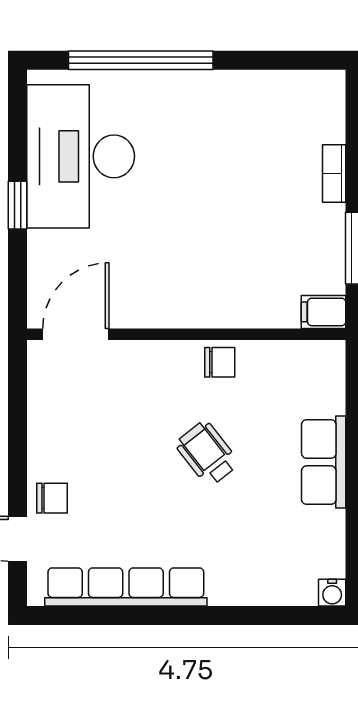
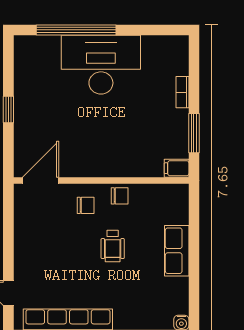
desk: (81, 156) -> (101, 65), moved, turned 90
wheelchair: (207, 453) -> (113, 246), turned -142
chair: (52, 498) -> (86, 205), moved

